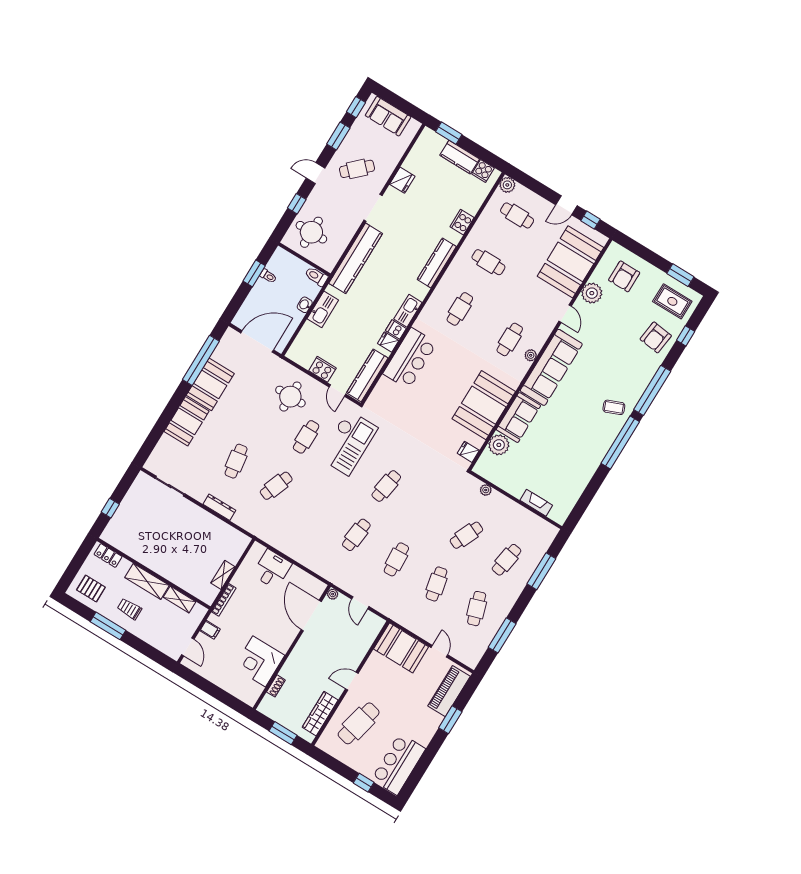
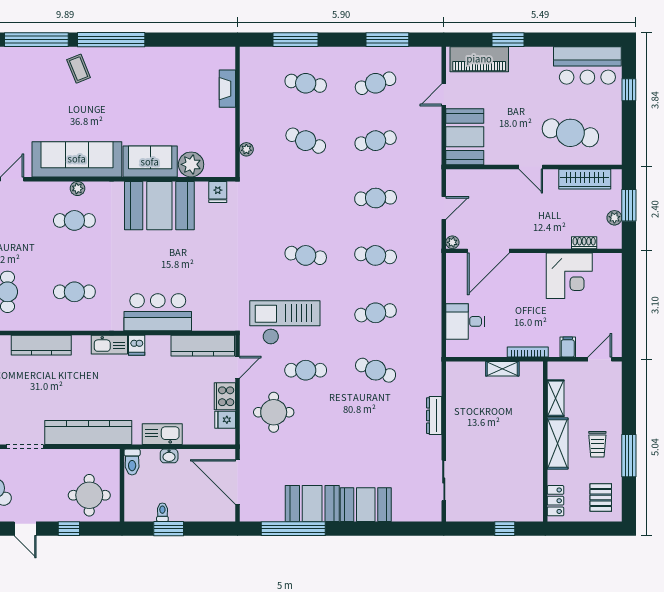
fridge: (388, 342) -> (225, 420), moved, turned 90
cafe table: (236, 461) -> (376, 313), moved
plant: (280, 718) -> (614, 218), added

